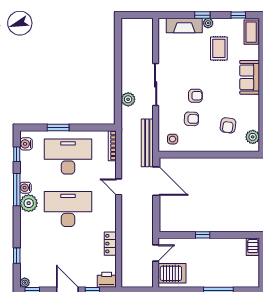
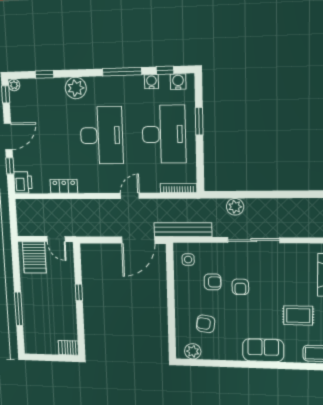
armchair: (191, 119) -> (213, 282), turned -92
water cooler: (25, 188) -> (151, 82), moved
plant: (29, 203) -> (76, 88), moved

